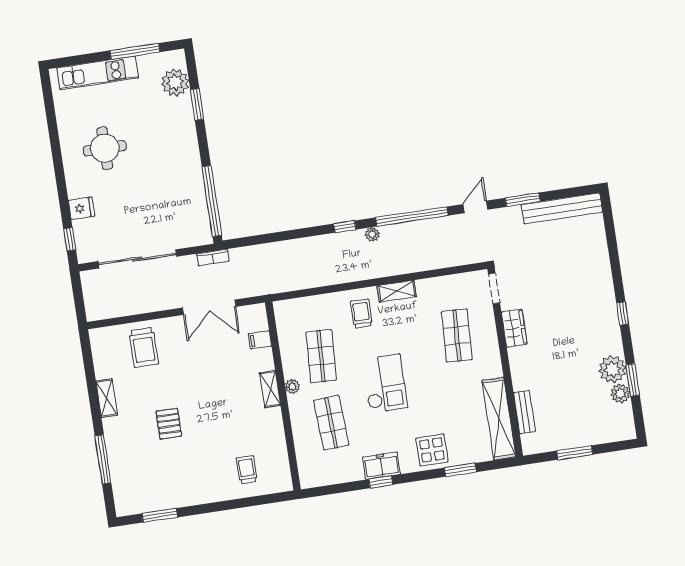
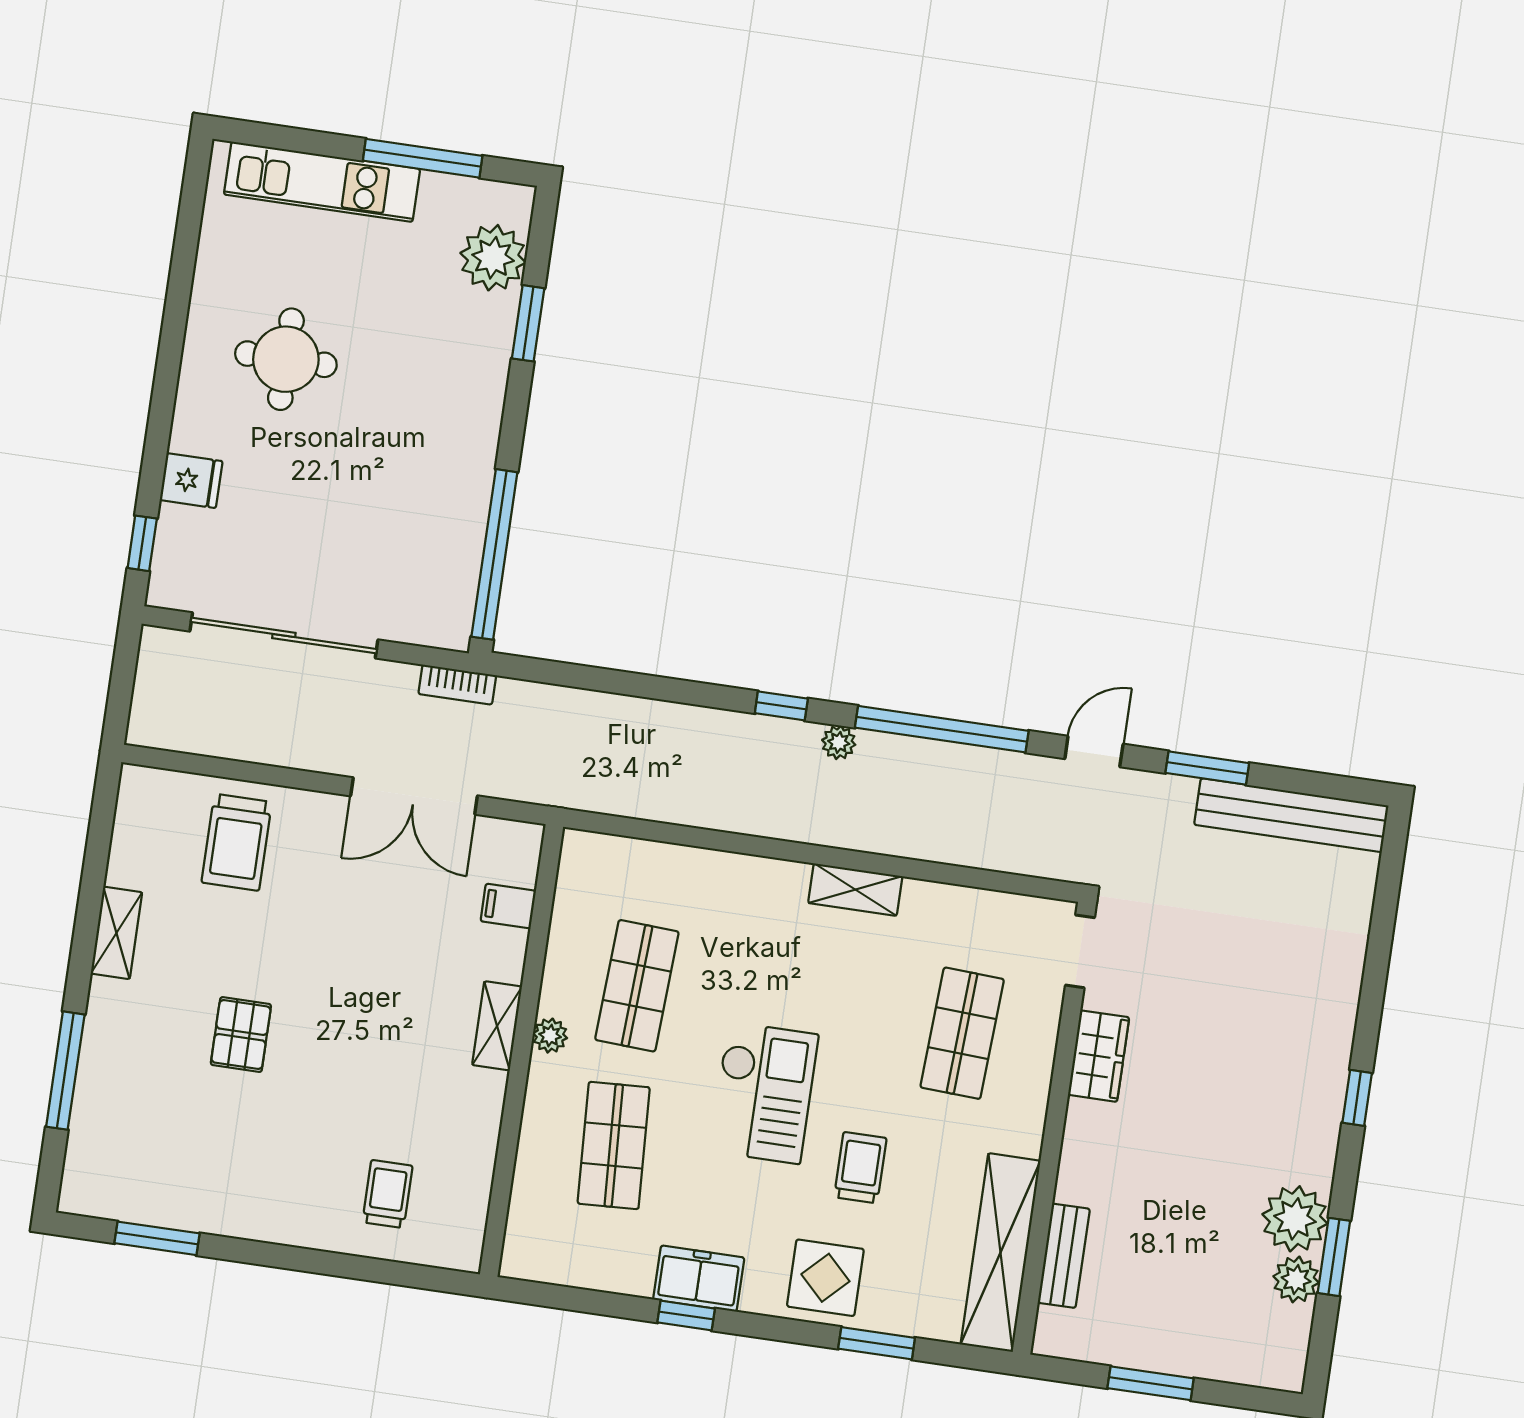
trolley: (361, 314) -> (860, 1168), moved

